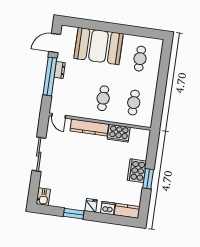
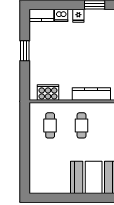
cafe table: (140, 59) -> (50, 171), removed
cooker: (119, 133) -> (48, 92), moved
cooker: (137, 171) -> (37, 57), removed

